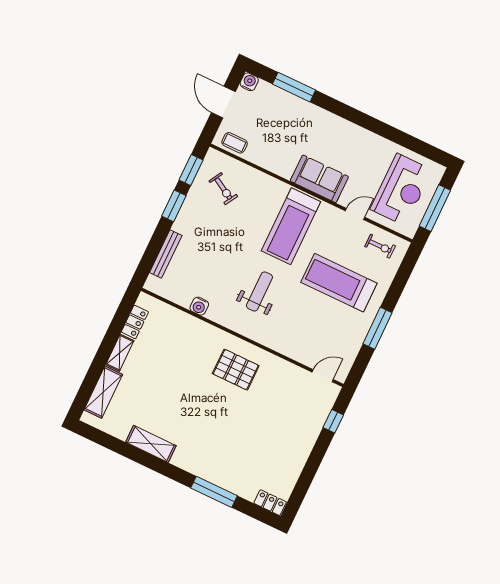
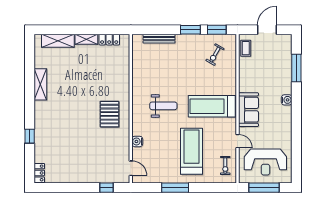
water cooler: (249, 82) -> (287, 100), moved
water cooler: (199, 306) -> (137, 141), moved
window: (214, 492) -> (30, 136), width x0.46

